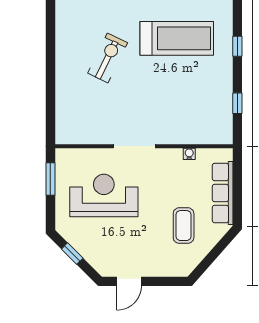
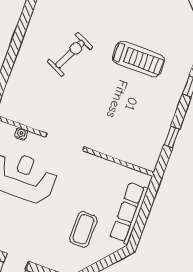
treadmill: (177, 38) -> (138, 59), width x0.73, depth x0.73
water cooler: (189, 154) -> (21, 134), moved

